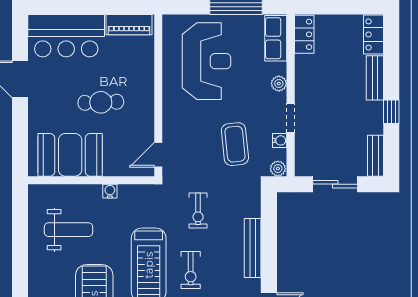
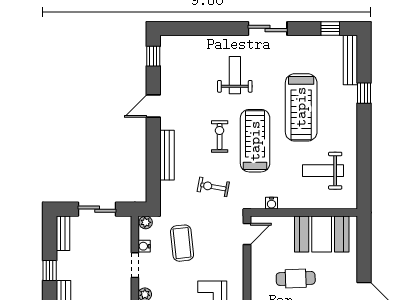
water cooler: (110, 191) -> (271, 203), moved
exercise bike: (198, 210) -> (213, 187), turned -80

